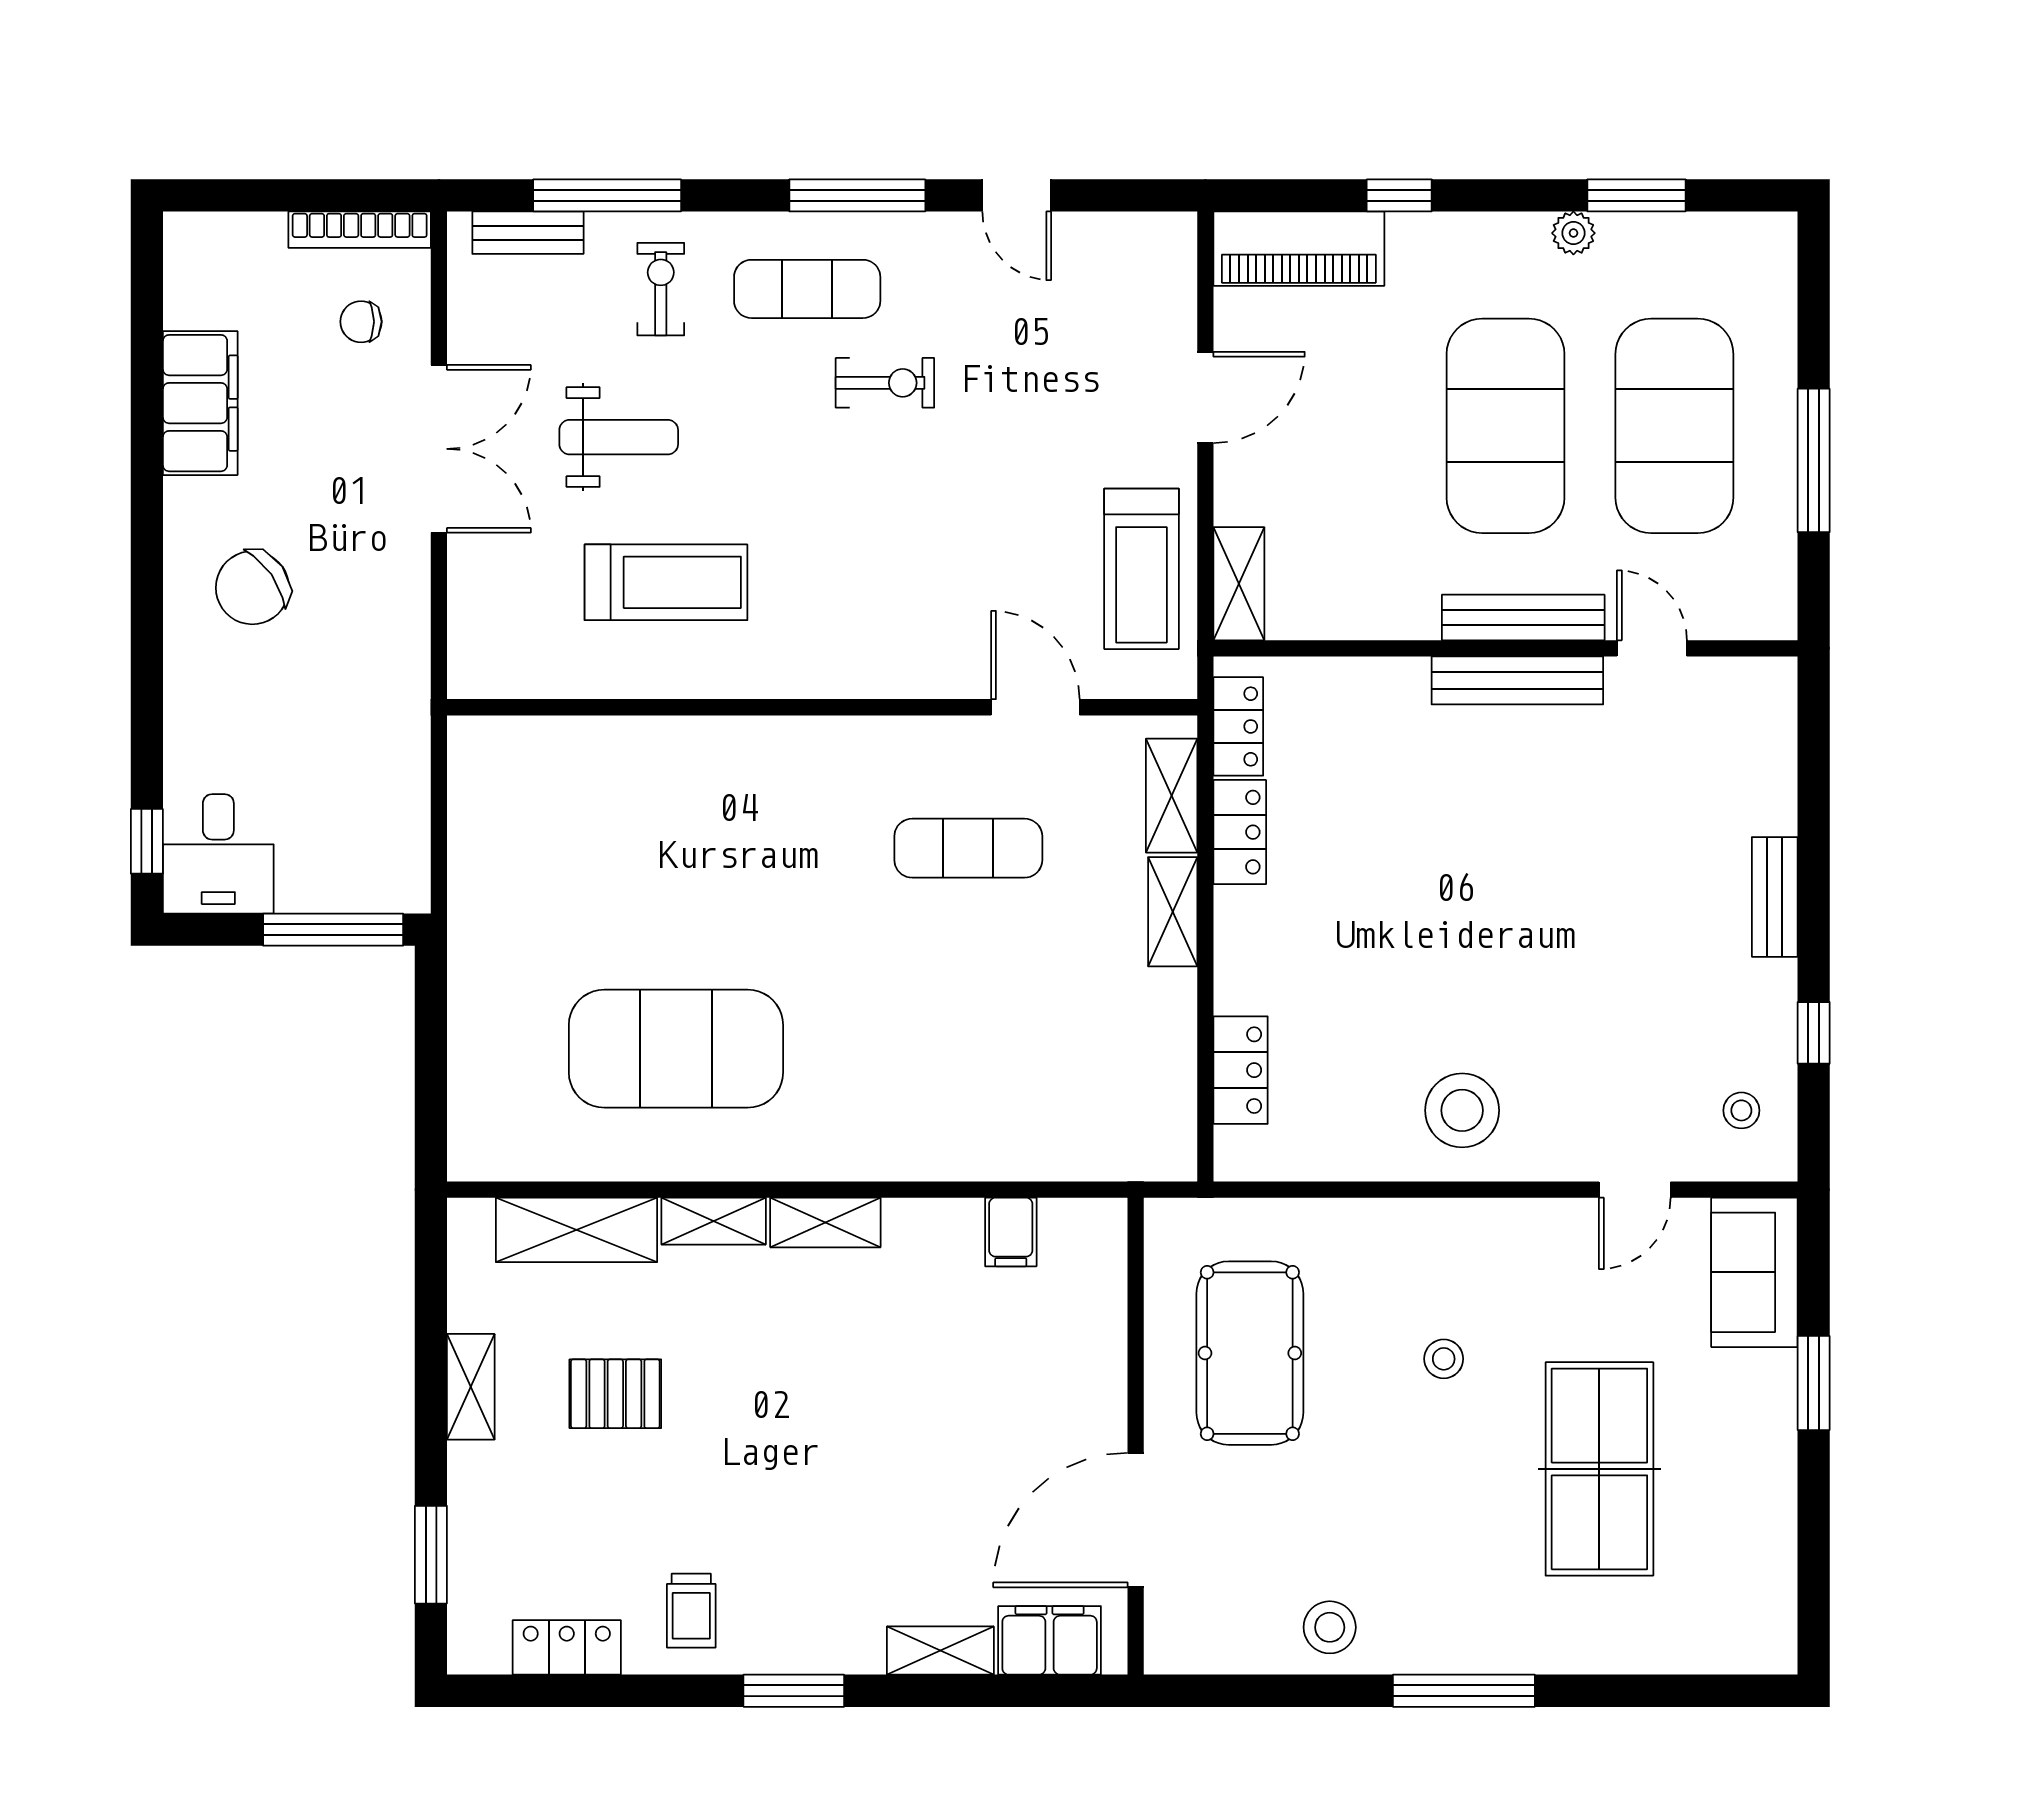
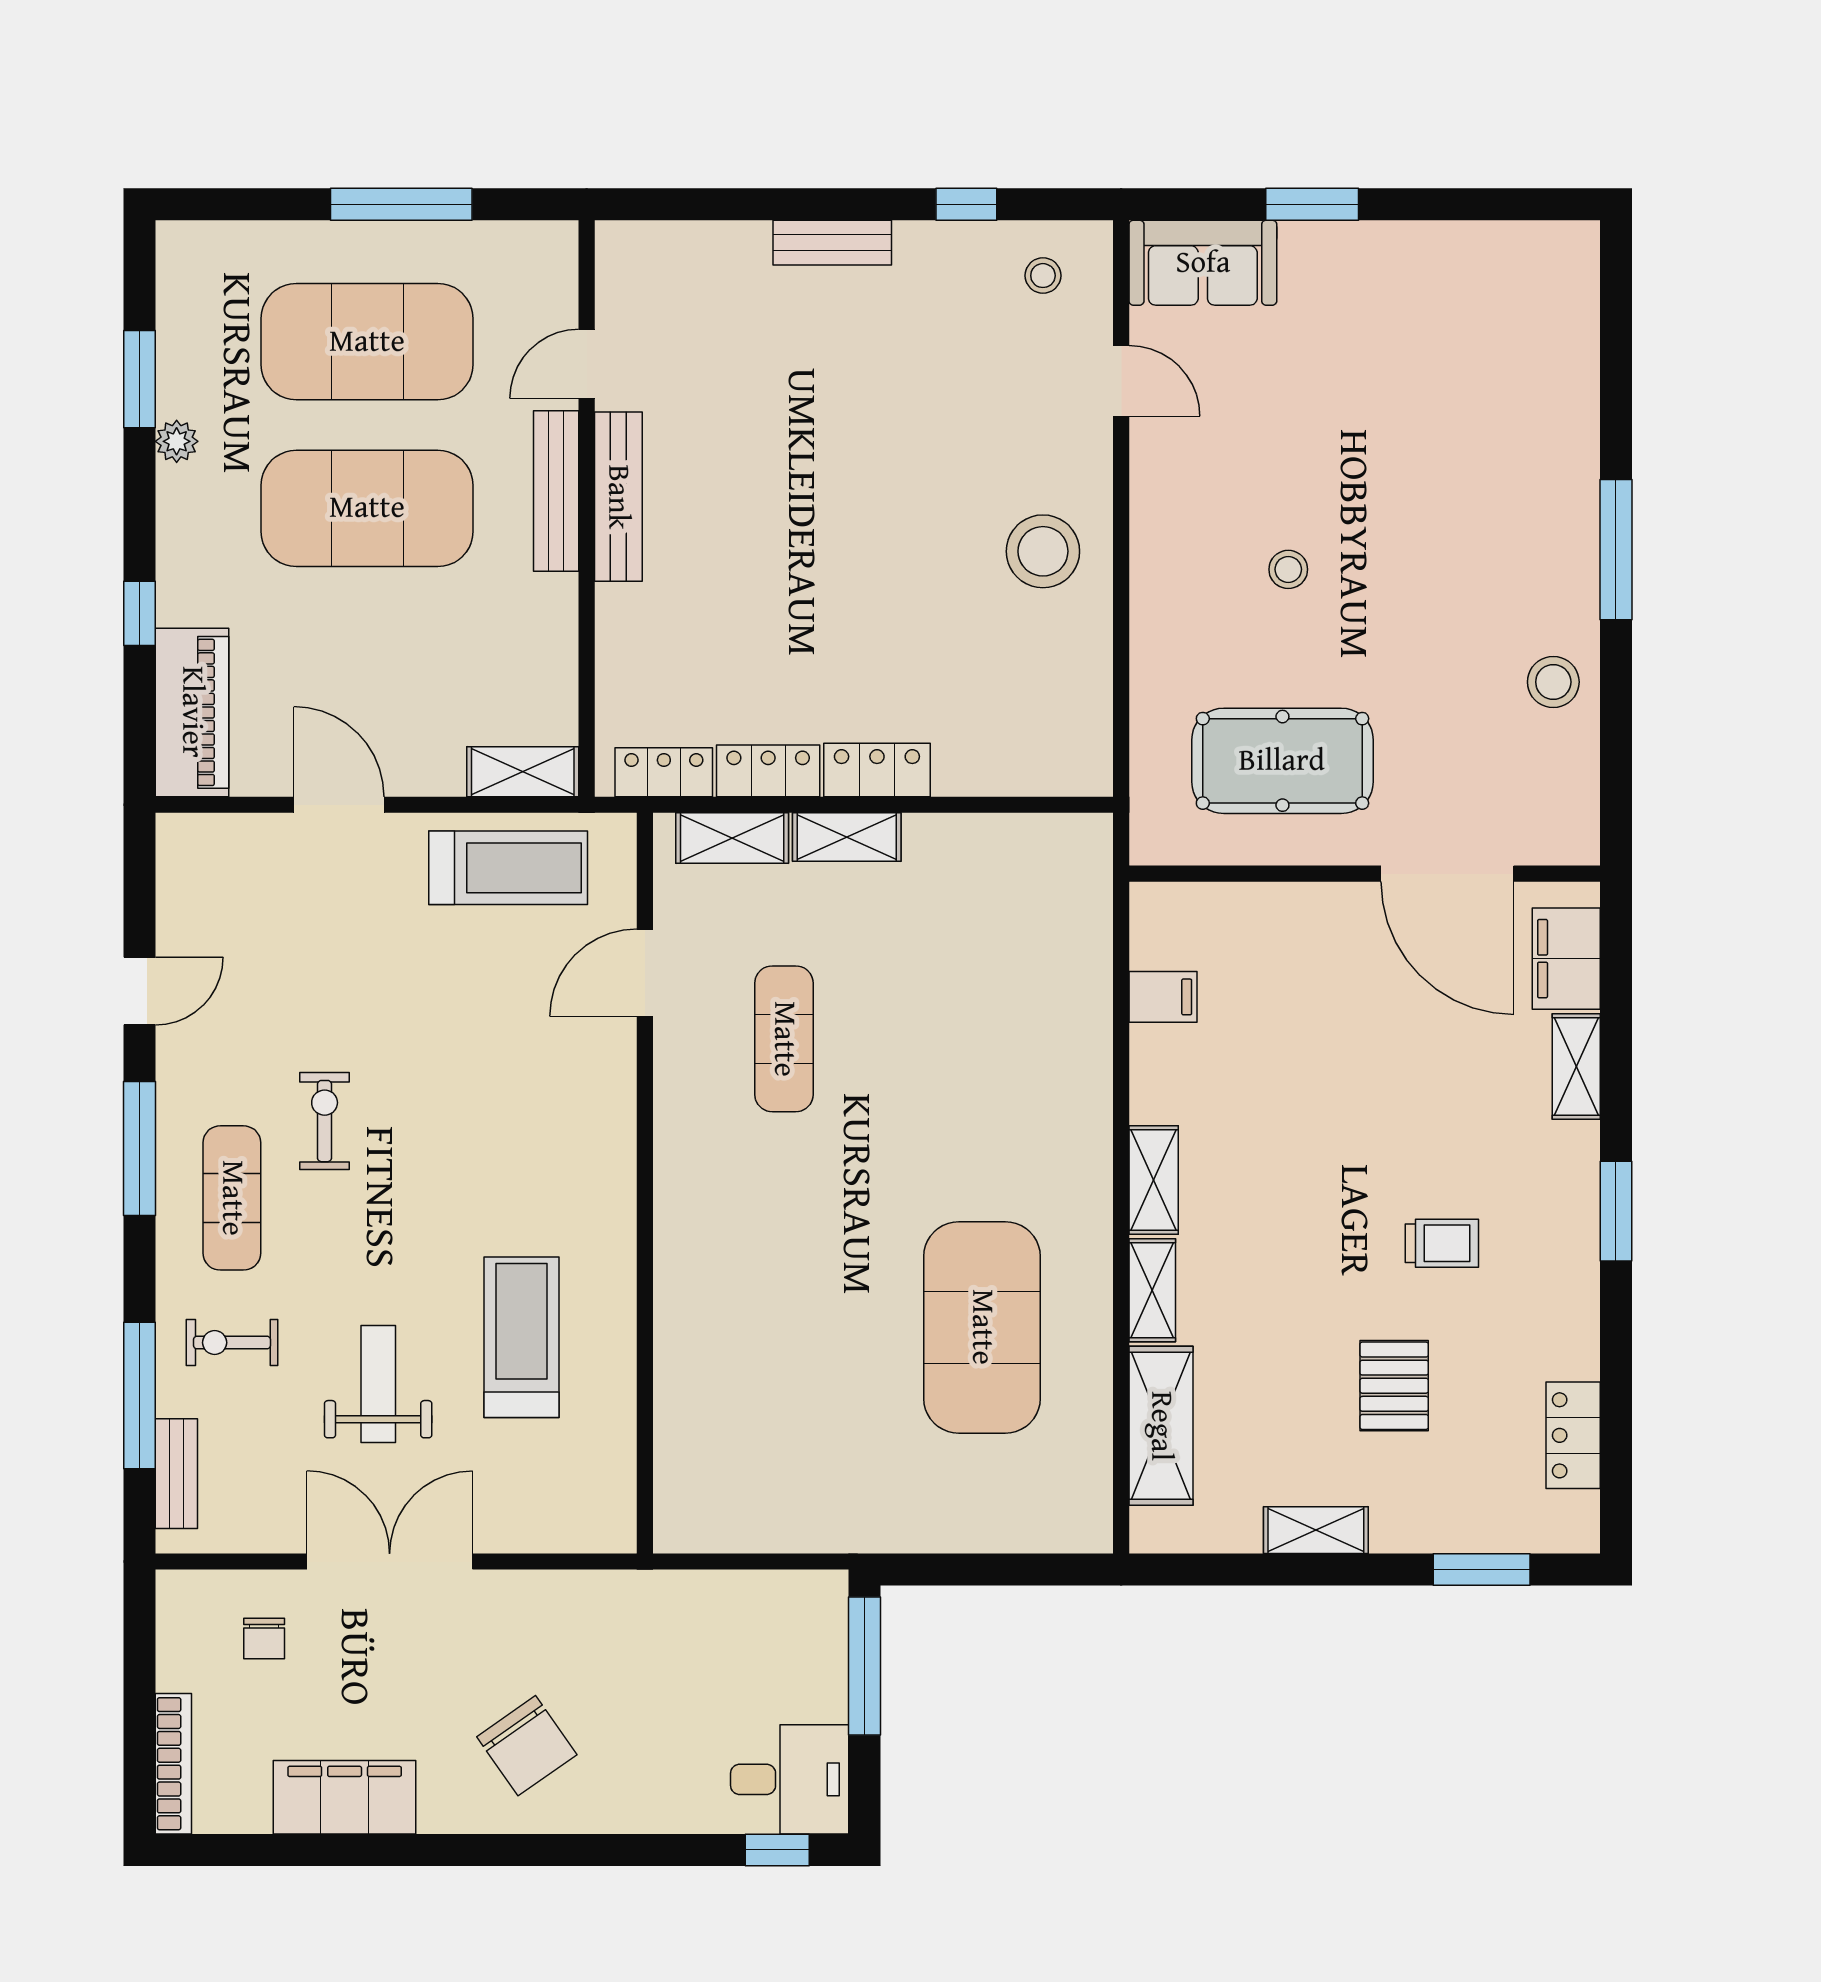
bookcase: (360, 230) -> (173, 1764), moved
locker: (1241, 1070) -> (877, 770), moved
pallet: (615, 1394) -> (1394, 1386), moved
table tennis table: (1599, 1469) -> (1397, 416), removed
trolley: (691, 1611) -> (1442, 1243), moved

